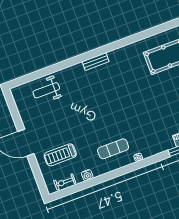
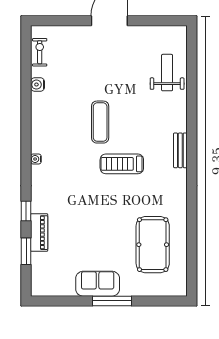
exercise mat: (113, 149) -> (100, 122), moved
treadmill: (60, 155) -> (122, 164), moved, turned -90

